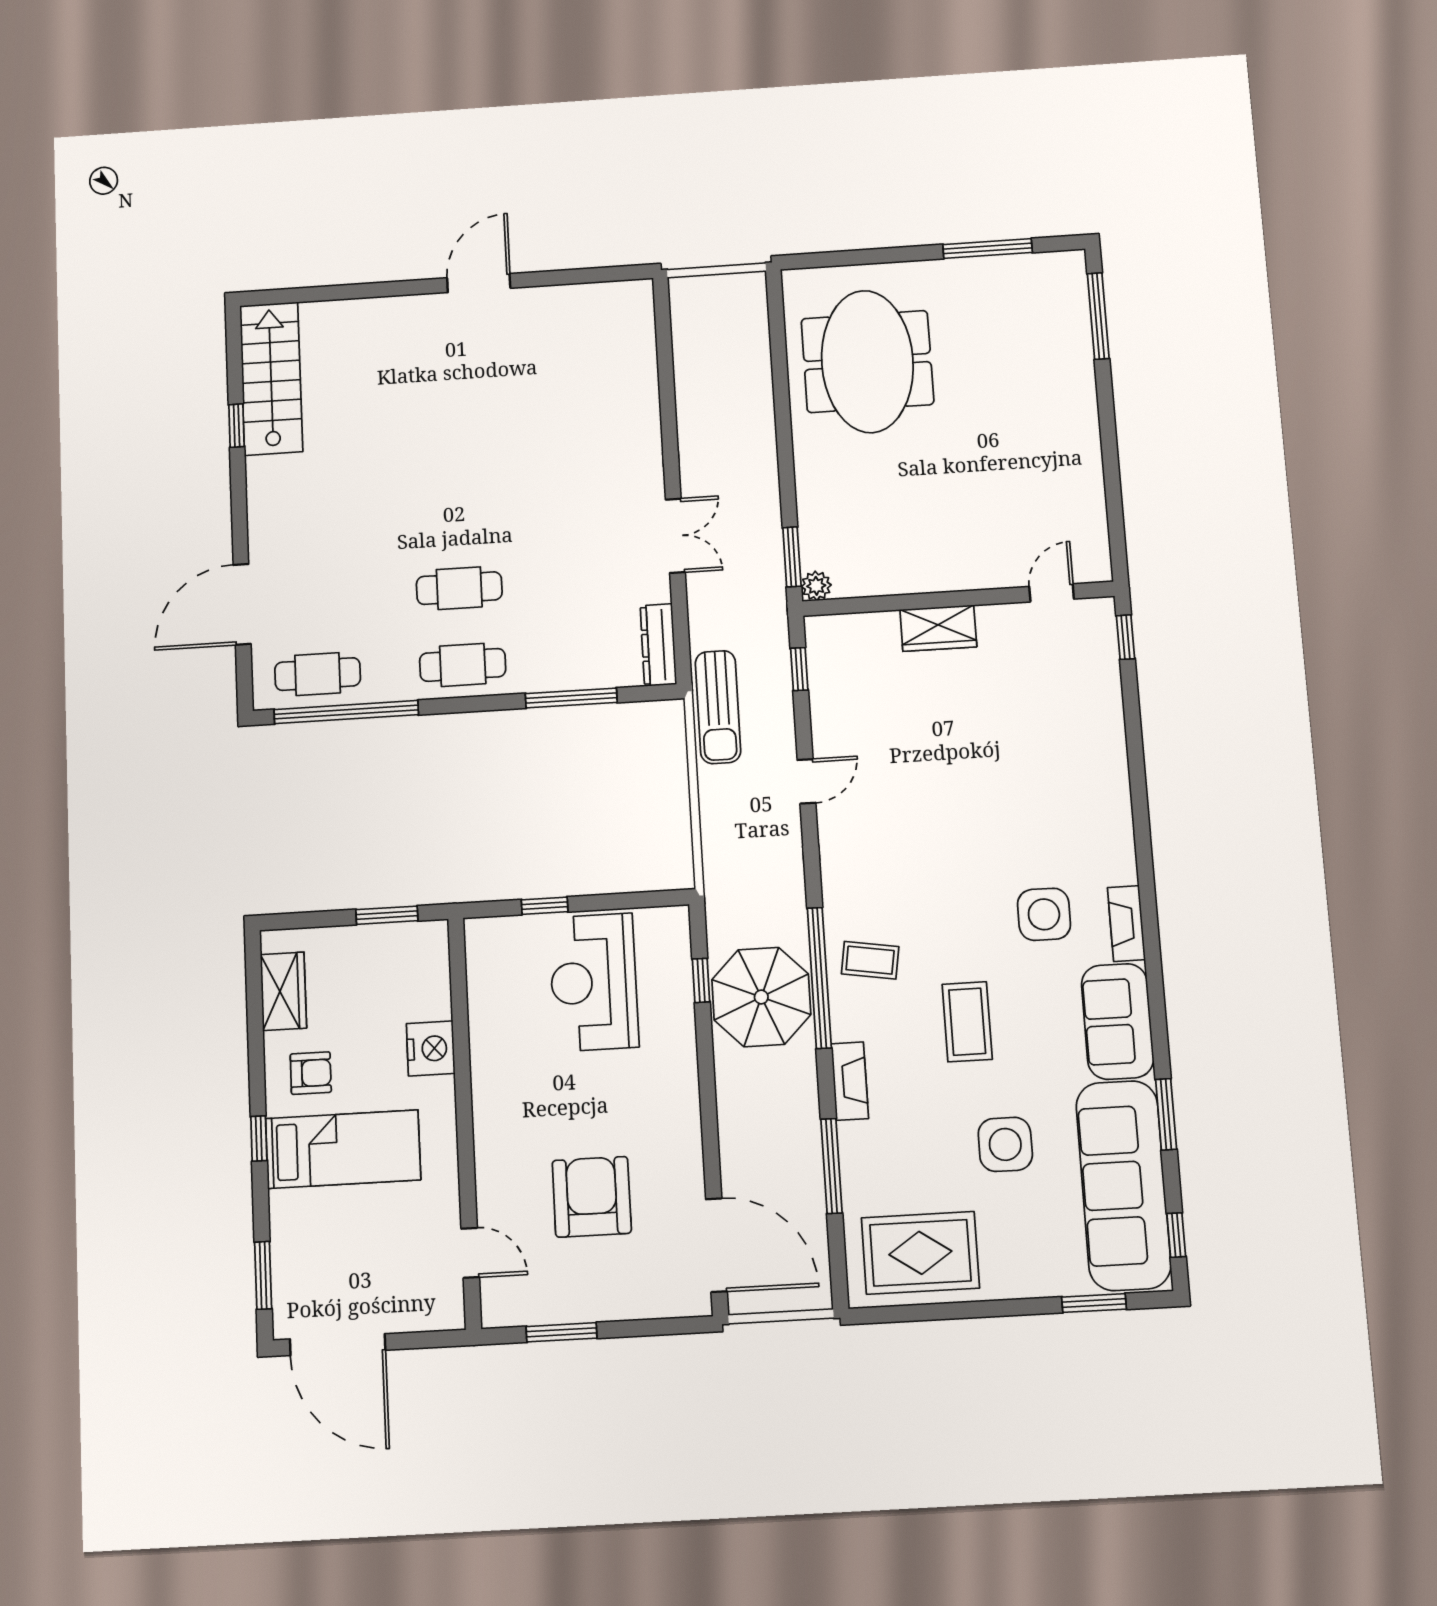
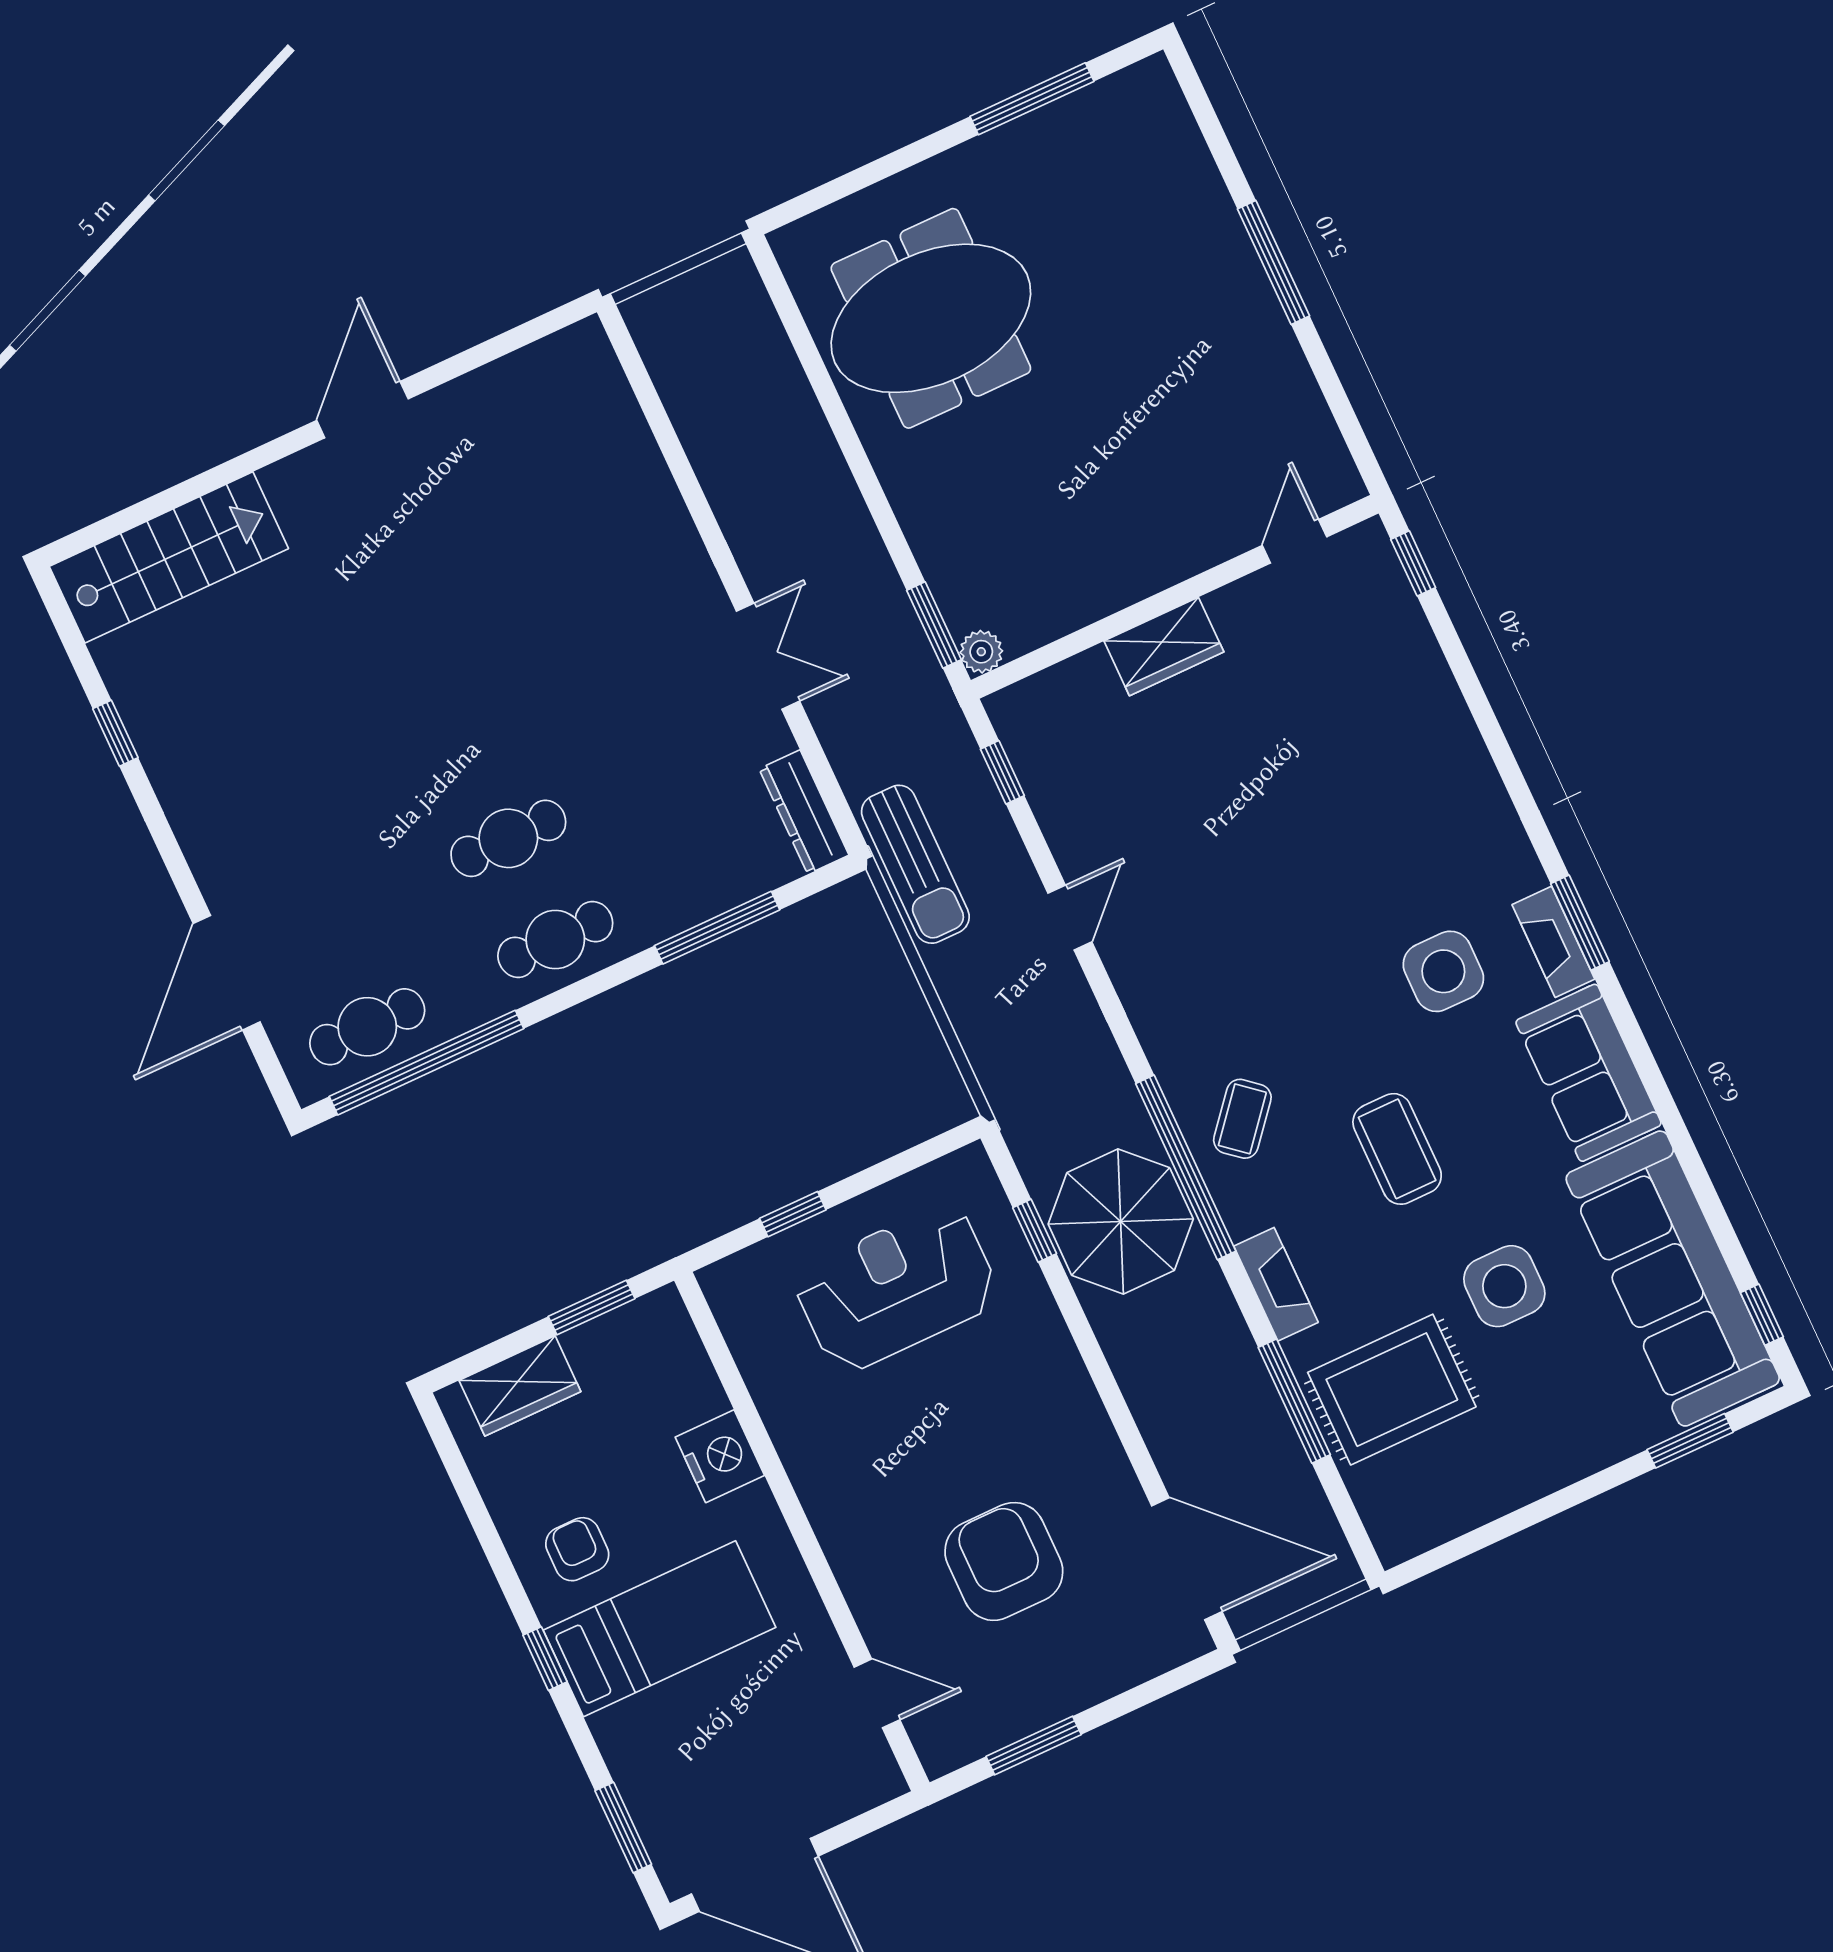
window: (1098, 316) -> (1273, 262), moved
meeting table: (867, 362) -> (931, 318), turned 90
stairs: (271, 378) -> (169, 557), moved, turned 90
coffee table: (870, 960) -> (1242, 1119), turned -59
reception desk: (594, 982) -> (897, 1288), turned 90
wardrobe: (283, 991) -> (520, 1386), moved, turned 90
armchair: (311, 1073) -> (577, 1549), turned -90
window: (1166, 1114) -> (1580, 923), moved
rug: (920, 1253) -> (1392, 1390), moved

